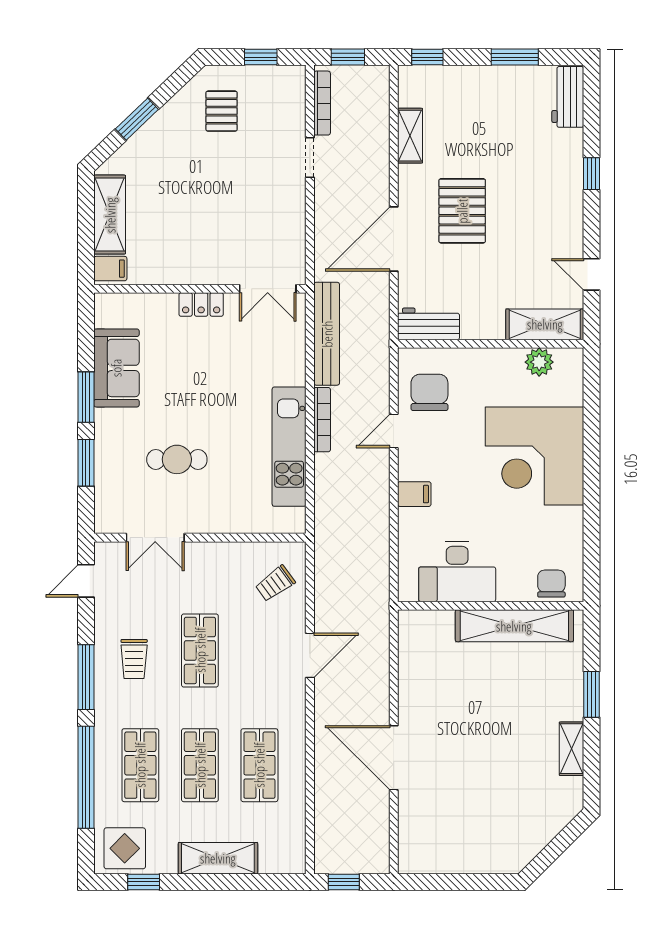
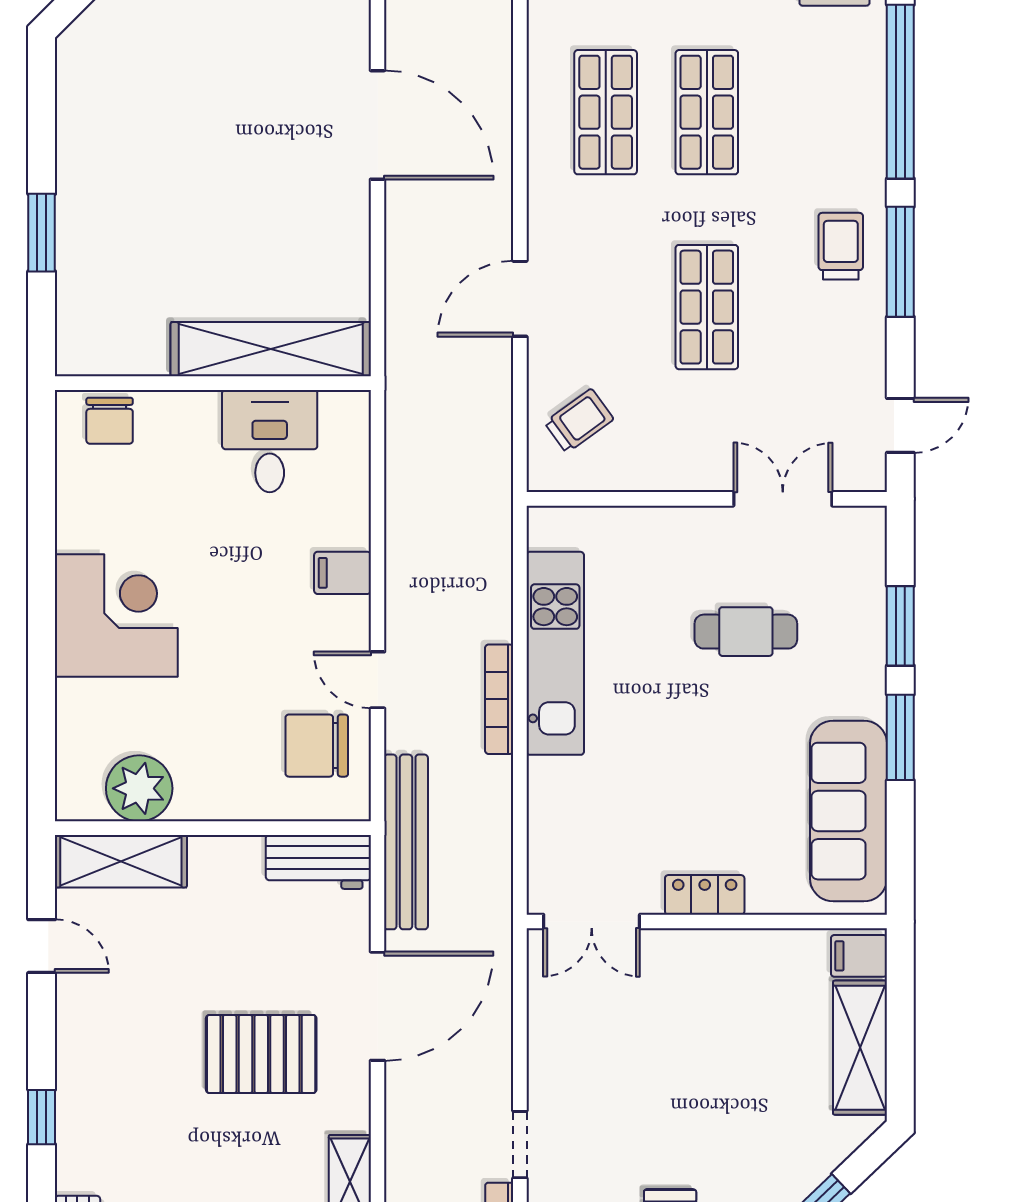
pallet: (462, 211) -> (261, 1054), turned 90
double door: (268, 289) -> (592, 922), swing flipped
bench: (327, 334) -> (406, 842), moved
plant: (539, 362) -> (139, 788), width x1.36, depth x1.36
sofa: (116, 368) -> (849, 811), width x1.36
chair: (429, 392) -> (317, 746), turned 90
door: (394, 431) -> (378, 680), swing flipped
corner desk: (534, 456) -> (116, 616), width x0.74, depth x0.74
desk: (457, 572) -> (270, 441), width x0.73
shelving: (514, 626) -> (271, 349), moved
trolley: (134, 659) -> (841, 246), moved
shelving: (571, 749) -> (75, 140), removed
shop shelf: (140, 765) -> (808, 112), removed

